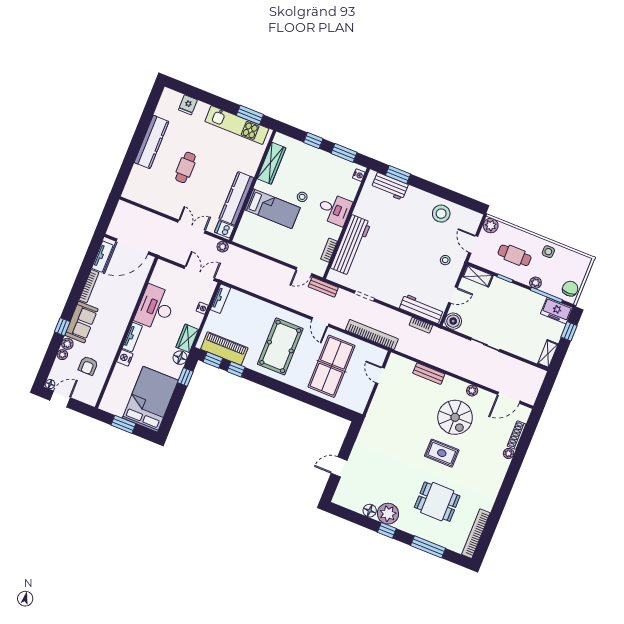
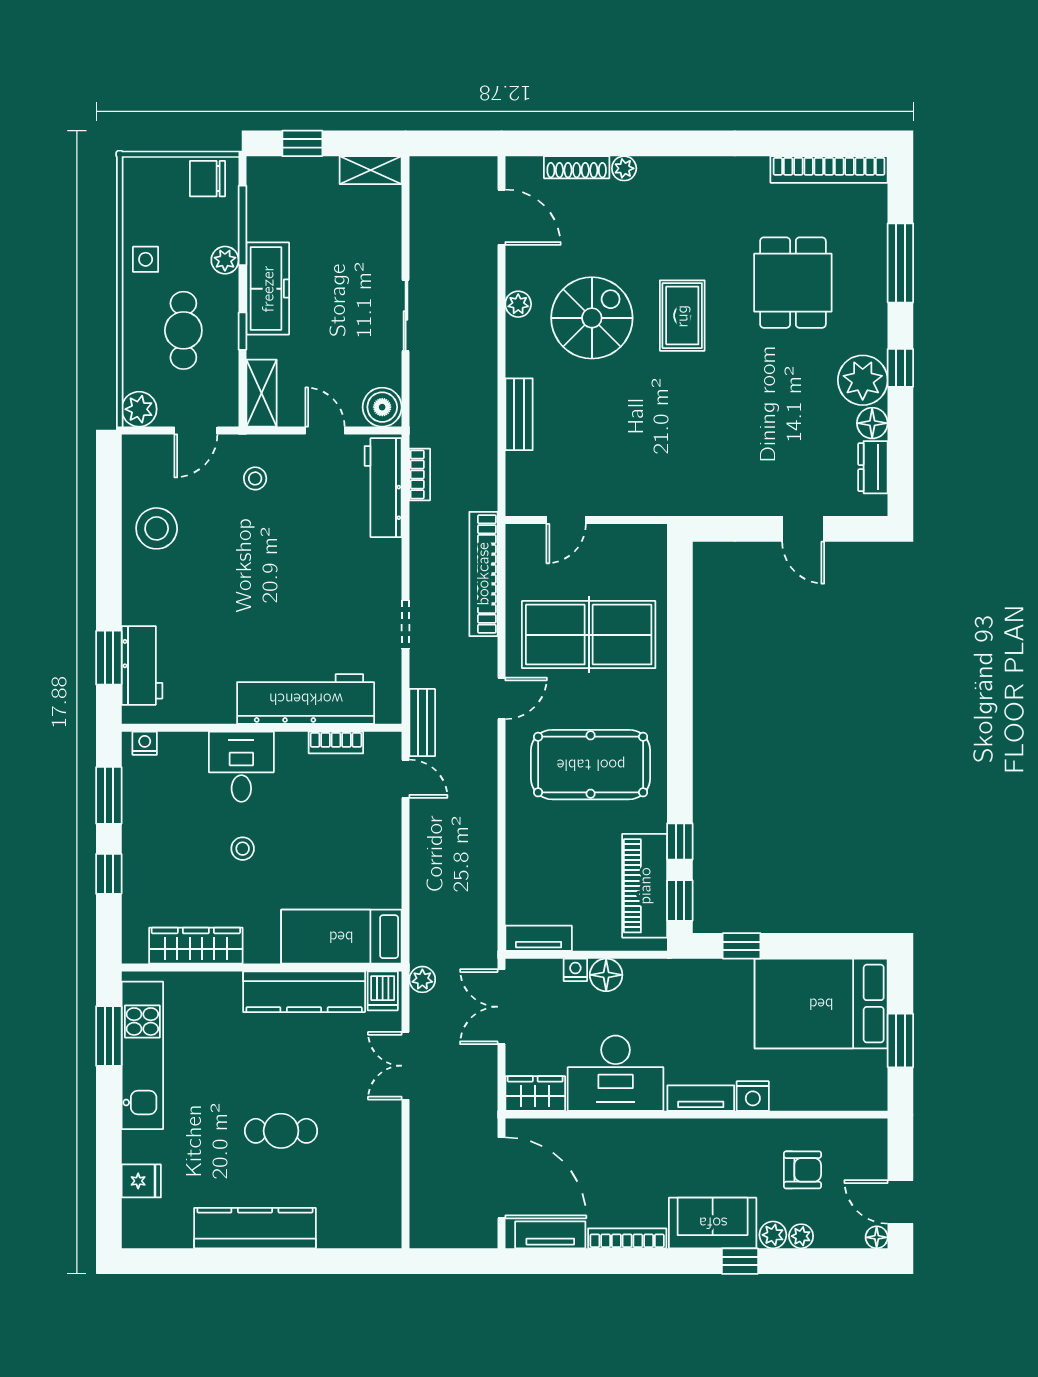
bed: (272, 209) -> (341, 937), moved, turned -90
freezer: (557, 311) -> (268, 289), moved, width x1.40
wardrobe: (187, 338) -> (535, 1093), moved, turned 180
floor lamp: (180, 358) -> (606, 975), moved
dresser: (352, 504) -> (873, 467), added

